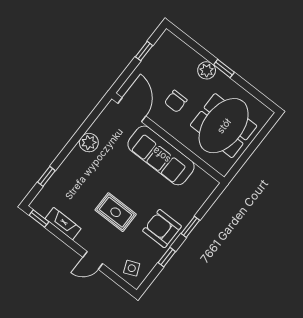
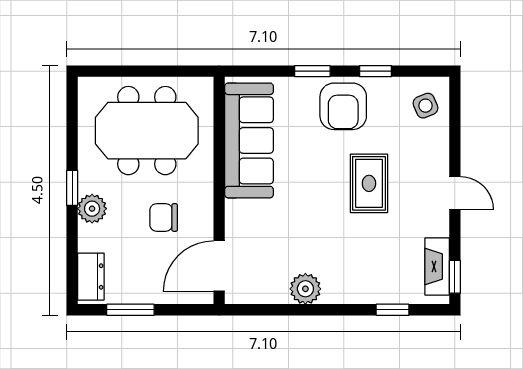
dresser: (175, 45) -> (91, 277), added
window: (144, 51) -> (130, 310), width x1.50
chair: (176, 101) -> (164, 217), turned 180
sofa: (161, 155) -> (249, 140), moved
fireplace: (63, 224) -> (437, 267), moved
door: (93, 260) -> (455, 193), moved

